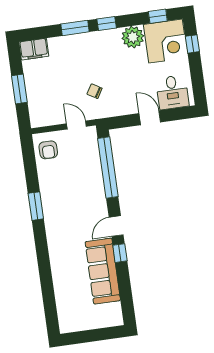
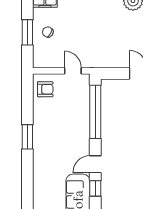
chair: (95, 91) -> (48, 32), moved
armchair: (48, 150) -> (45, 89), turned -90

